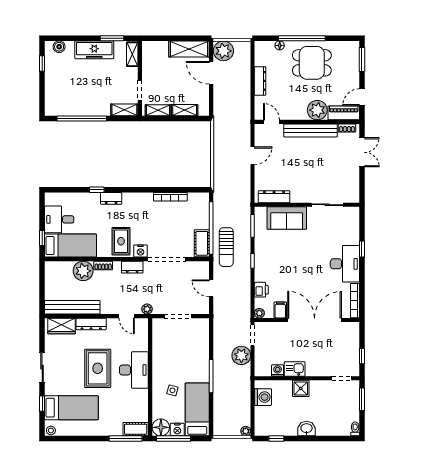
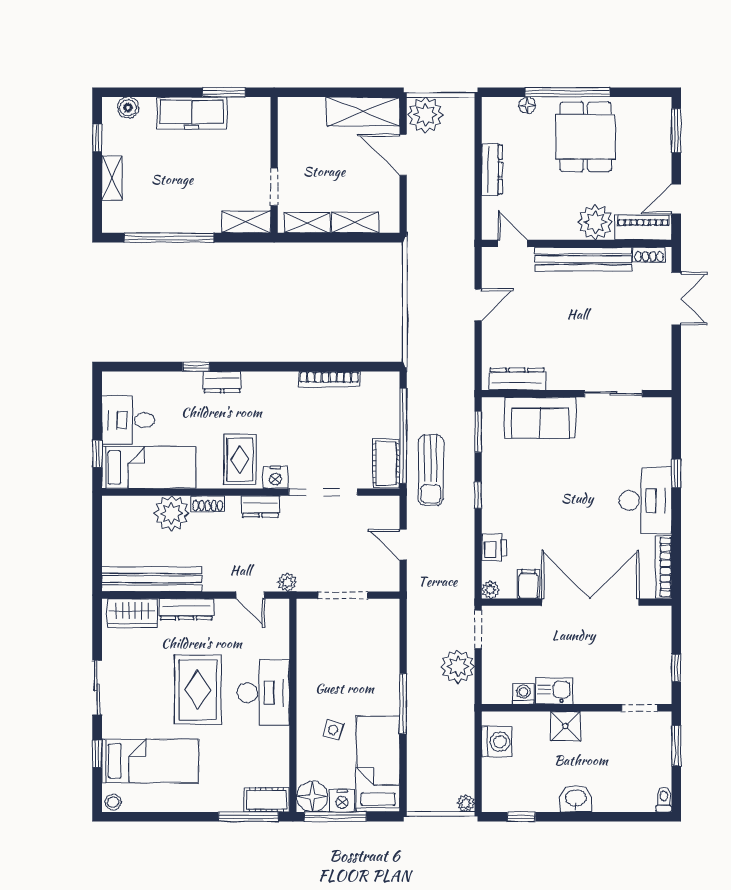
shelving: (132, 54) -> (112, 178), moved
dining table: (312, 63) -> (585, 137), turned 90

